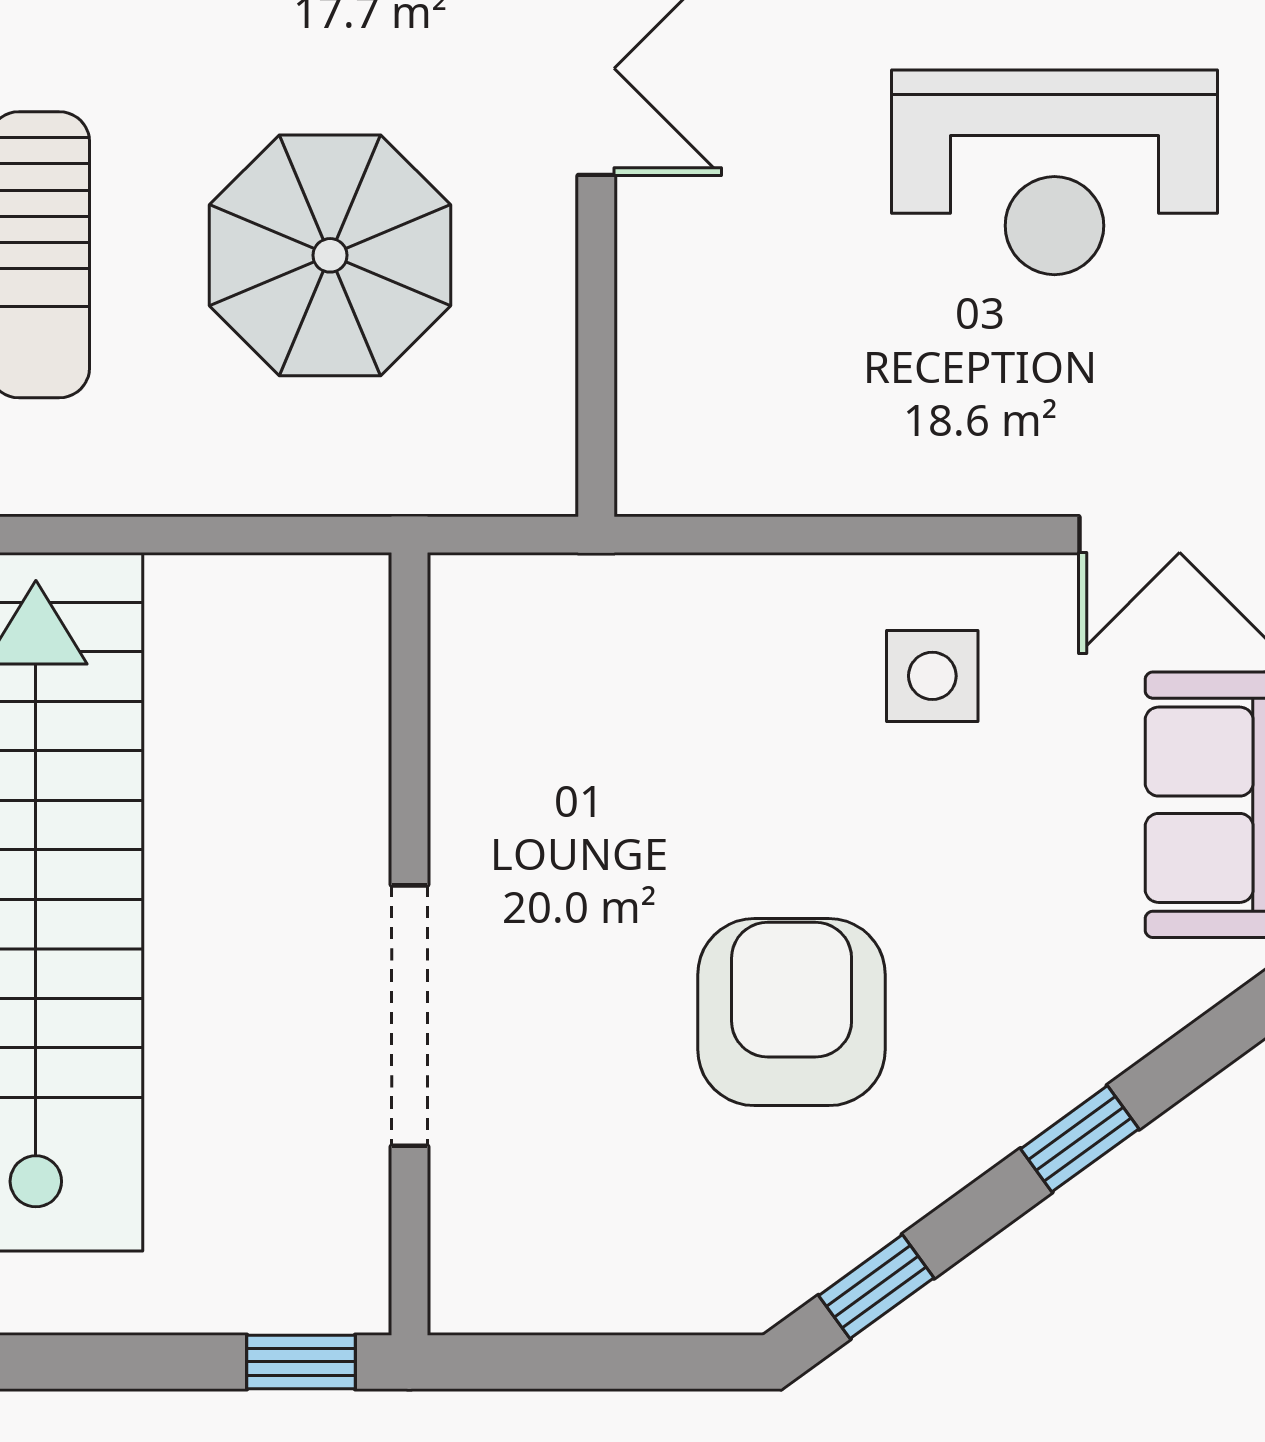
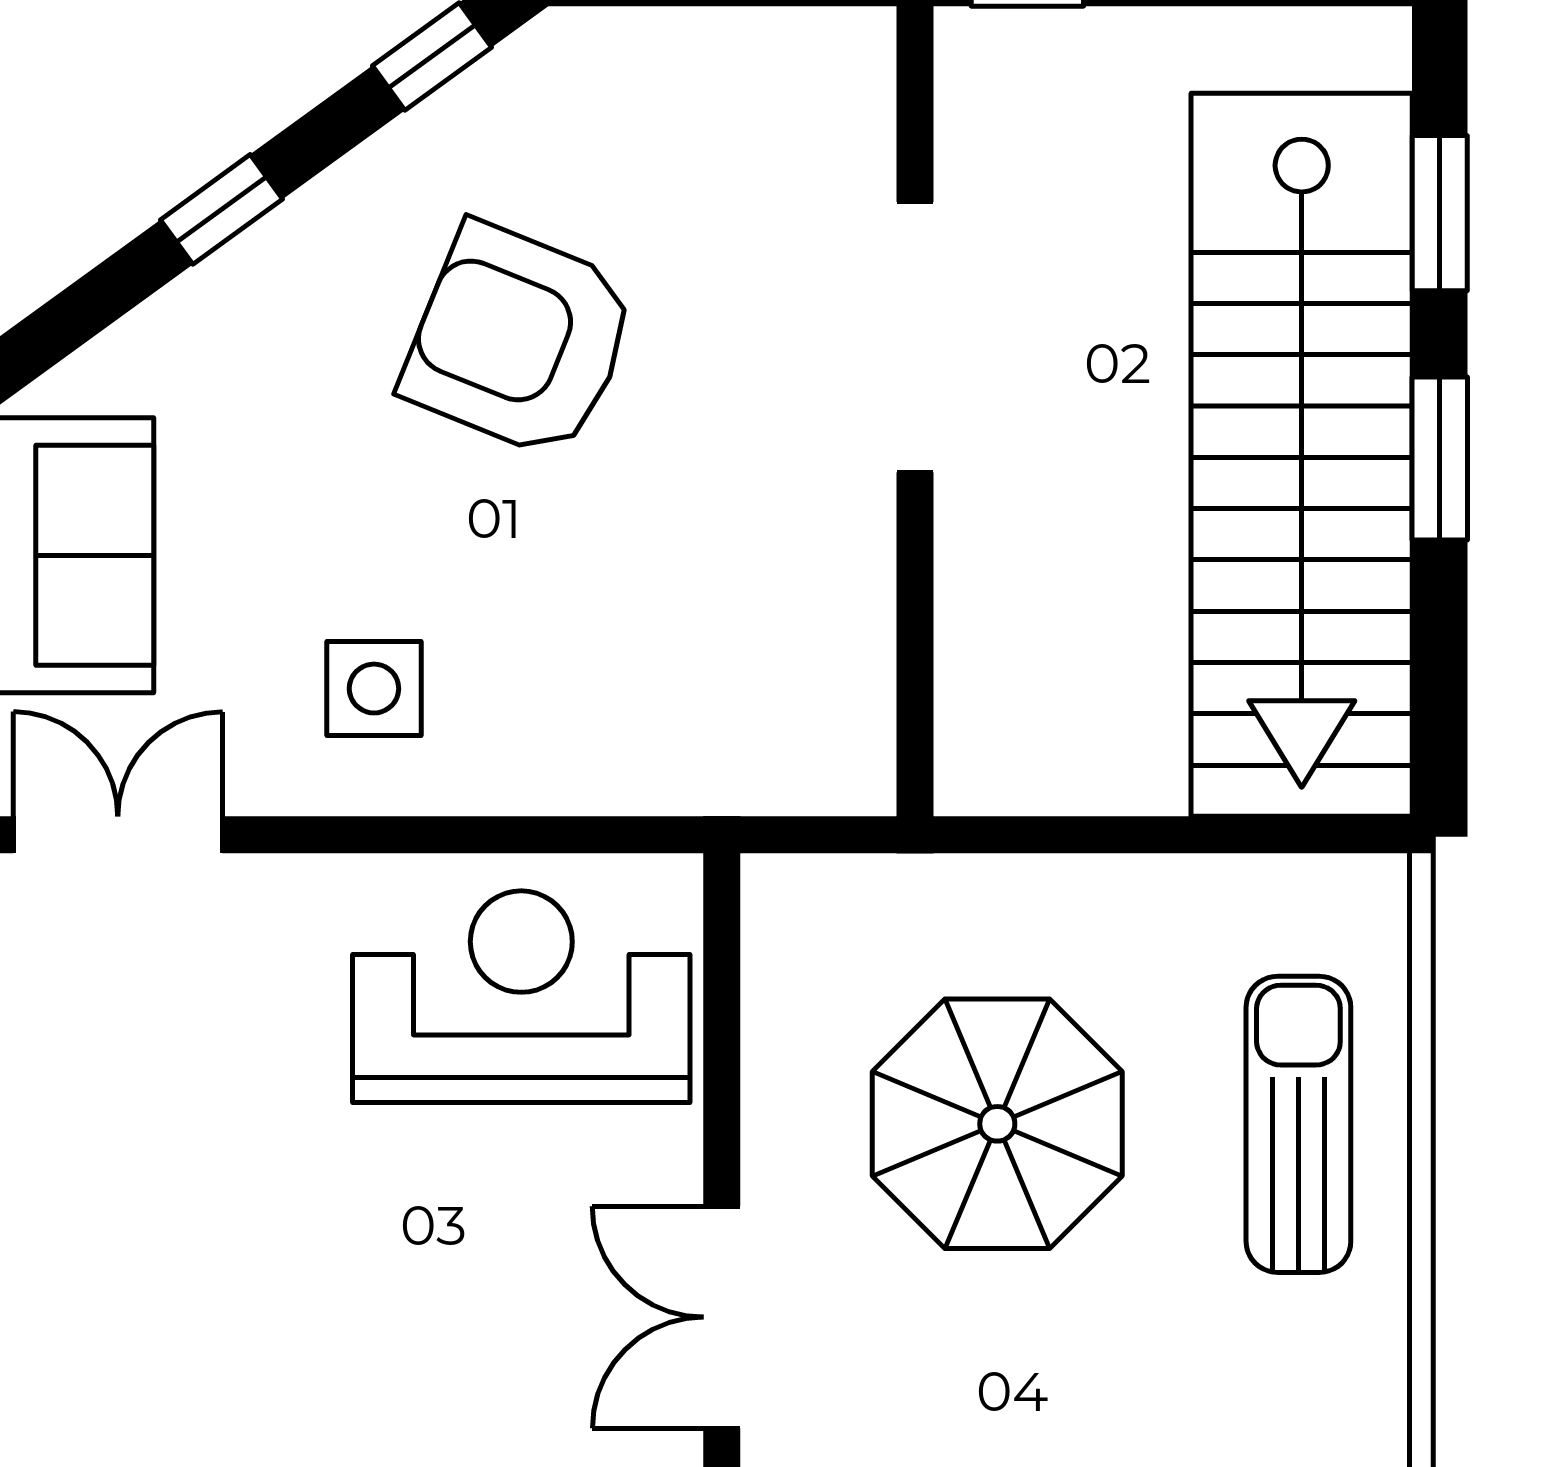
reception desk: (1054, 172) -> (521, 997), moved
armchair: (792, 1012) -> (520, 341), turned 112

